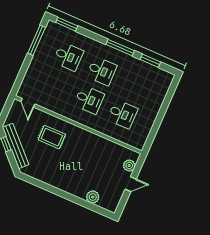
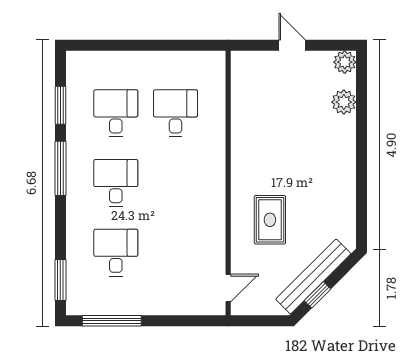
desk: (89, 100) -> (116, 113), moved
plant: (129, 165) -> (345, 62), moved

